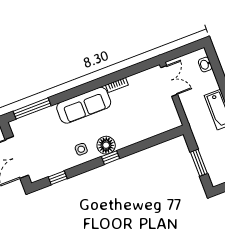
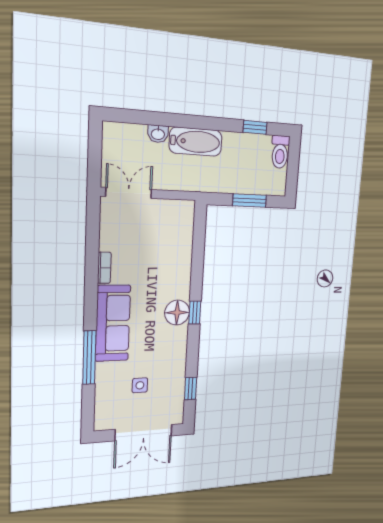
washbasin: (205, 64) -> (158, 134), moved
window: (32, 108) -> (89, 358), moved
side table: (81, 149) -> (140, 385), moved

